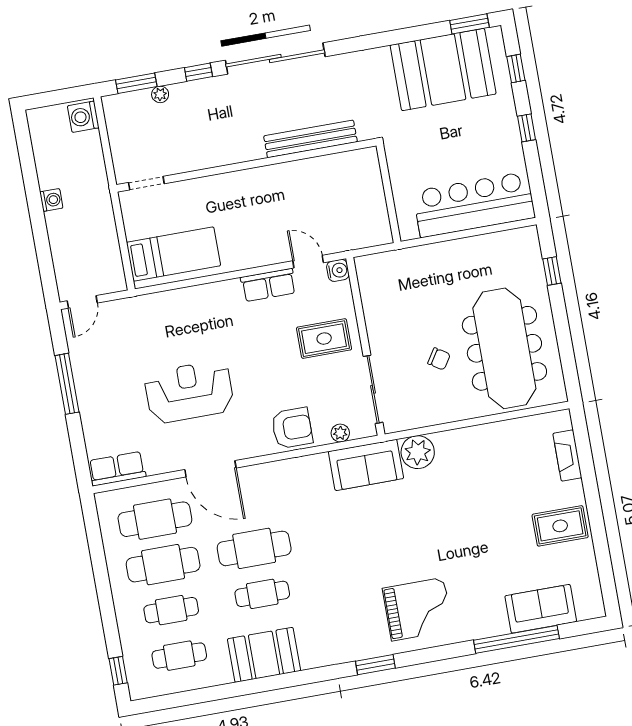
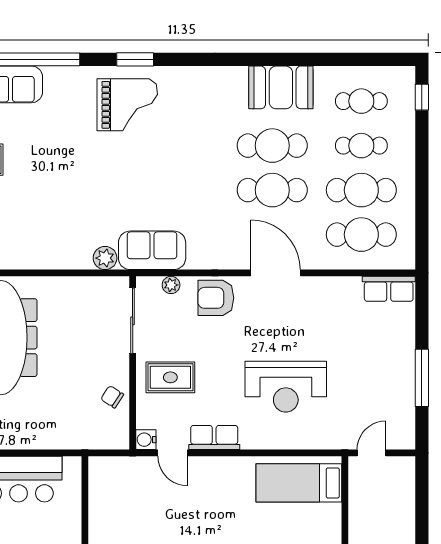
door: (82, 302) -> (372, 453), moved
chair: (439, 359) -> (112, 397), moved
reception desk: (189, 392) -> (286, 387), moved
plant: (418, 452) -> (105, 258), width x0.73, depth x0.73
door: (210, 469) -> (275, 273), moved
cafe table: (262, 594) -> (272, 146), width x1.37, depth x1.35
grand piano: (418, 609) -> (127, 105), turned 180
window: (375, 665) -> (135, 59), moved

